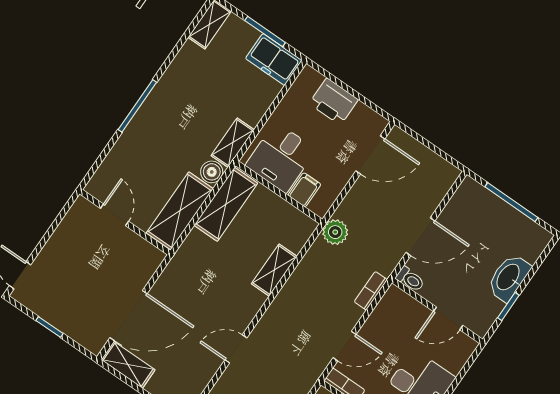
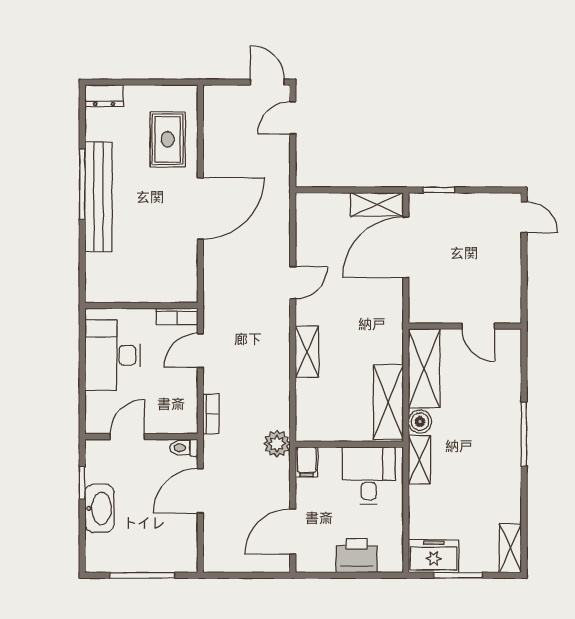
filing cabinet: (304, 190) -> (307, 462), moved
shelving: (274, 270) -> (307, 352), moved
window: (49, 327) -> (439, 190), moved

